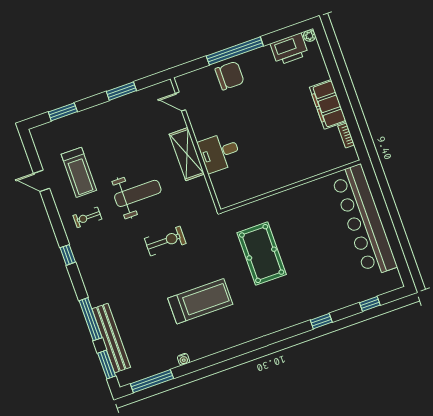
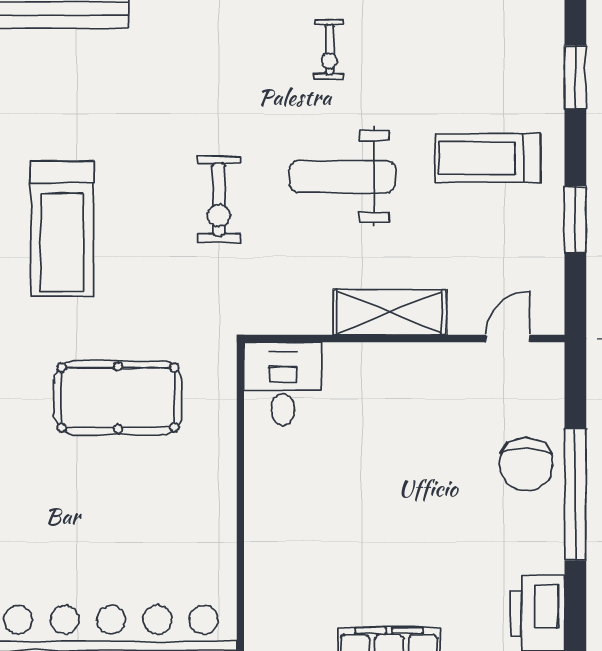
desk: (219, 152) -> (283, 384), moved
treadmill: (79, 172) -> (487, 158), moved
weight bench: (138, 193) -> (342, 177), turned 90
exercise bike: (87, 217) -> (329, 50), turned 180

